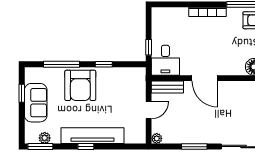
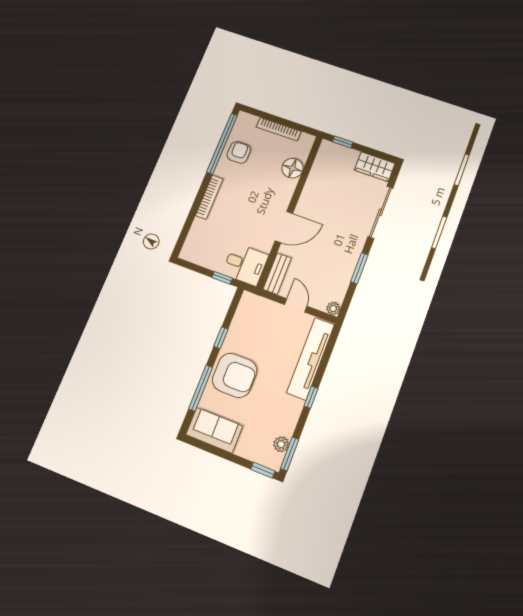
window: (22, 93) -> (263, 470), moved
sofa: (36, 103) -> (214, 430), moved
tv unit: (93, 136) -> (310, 359), moved

